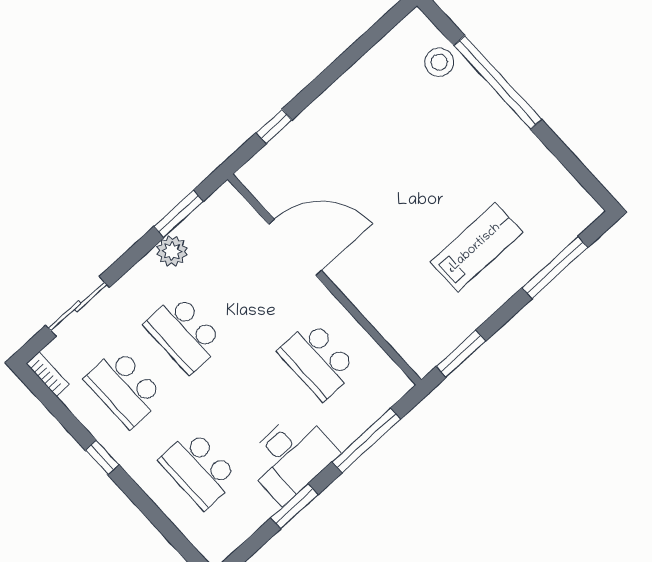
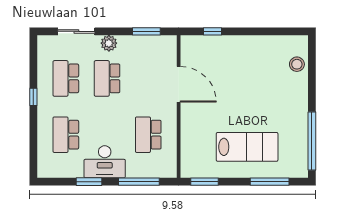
window: (498, 82) -> (312, 141), moved
lab bench: (476, 247) -> (247, 147), width x1.36, depth x1.39
plant: (172, 251) -> (109, 43), moved
bookcase: (48, 374) -> (42, 47), removed

